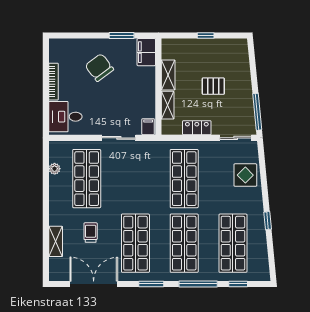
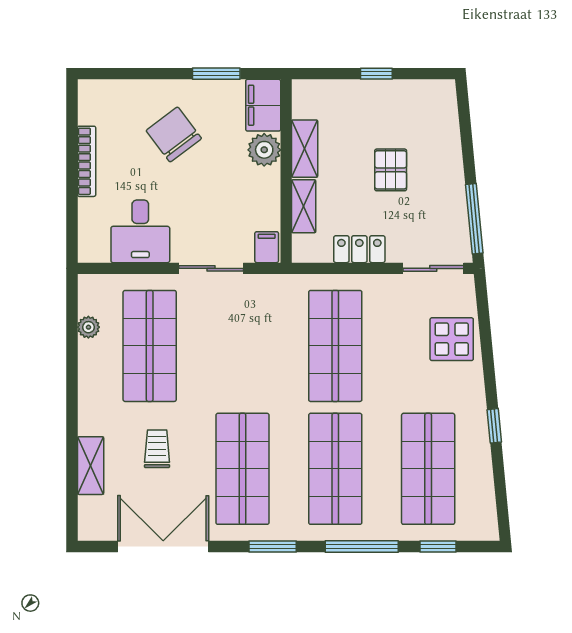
plant: (147, 76) -> (264, 150), added
pallet: (213, 86) -> (391, 170), turned 90
desk: (65, 117) -> (140, 231), moved, turned -90

